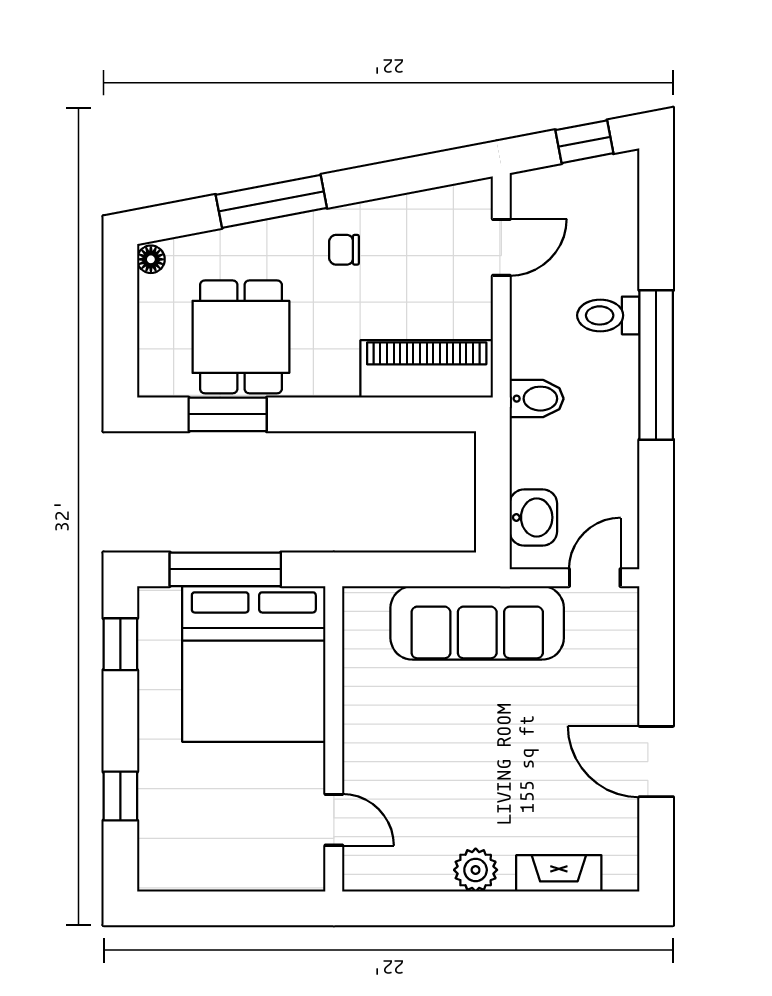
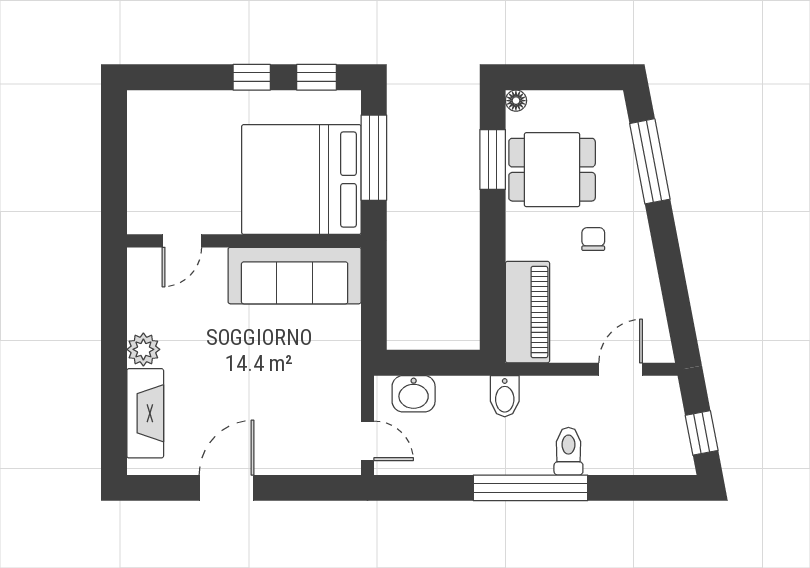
window: (271, 201) -> (650, 161), moved
door: (501, 247) -> (621, 369), swing flipped
chair: (344, 250) -> (593, 239), moved
floor lamp: (151, 259) -> (516, 101), moved
sofa: (477, 623) -> (295, 276), moved, turned -90
window: (120, 796) -> (252, 77), moved
fireplace: (559, 873) -> (145, 413), width x1.37, depth x1.32

